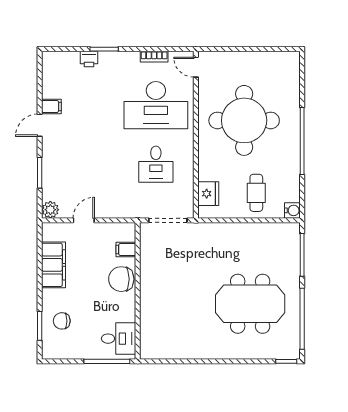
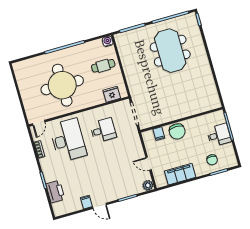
printer: (89, 59) -> (55, 192), width x1.87, depth x1.48
desk: (119, 339) -> (219, 135), moved, turned 90

